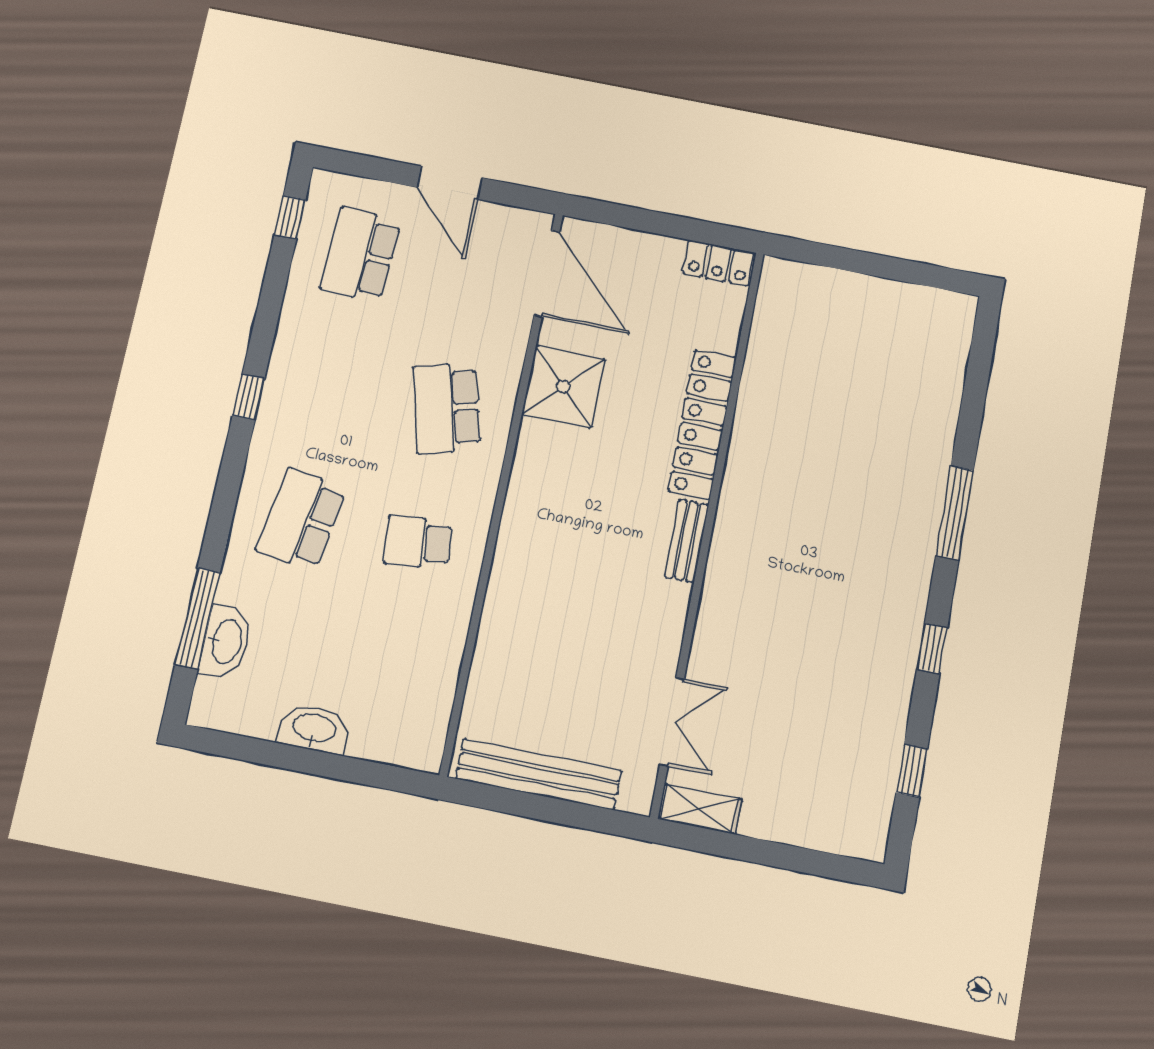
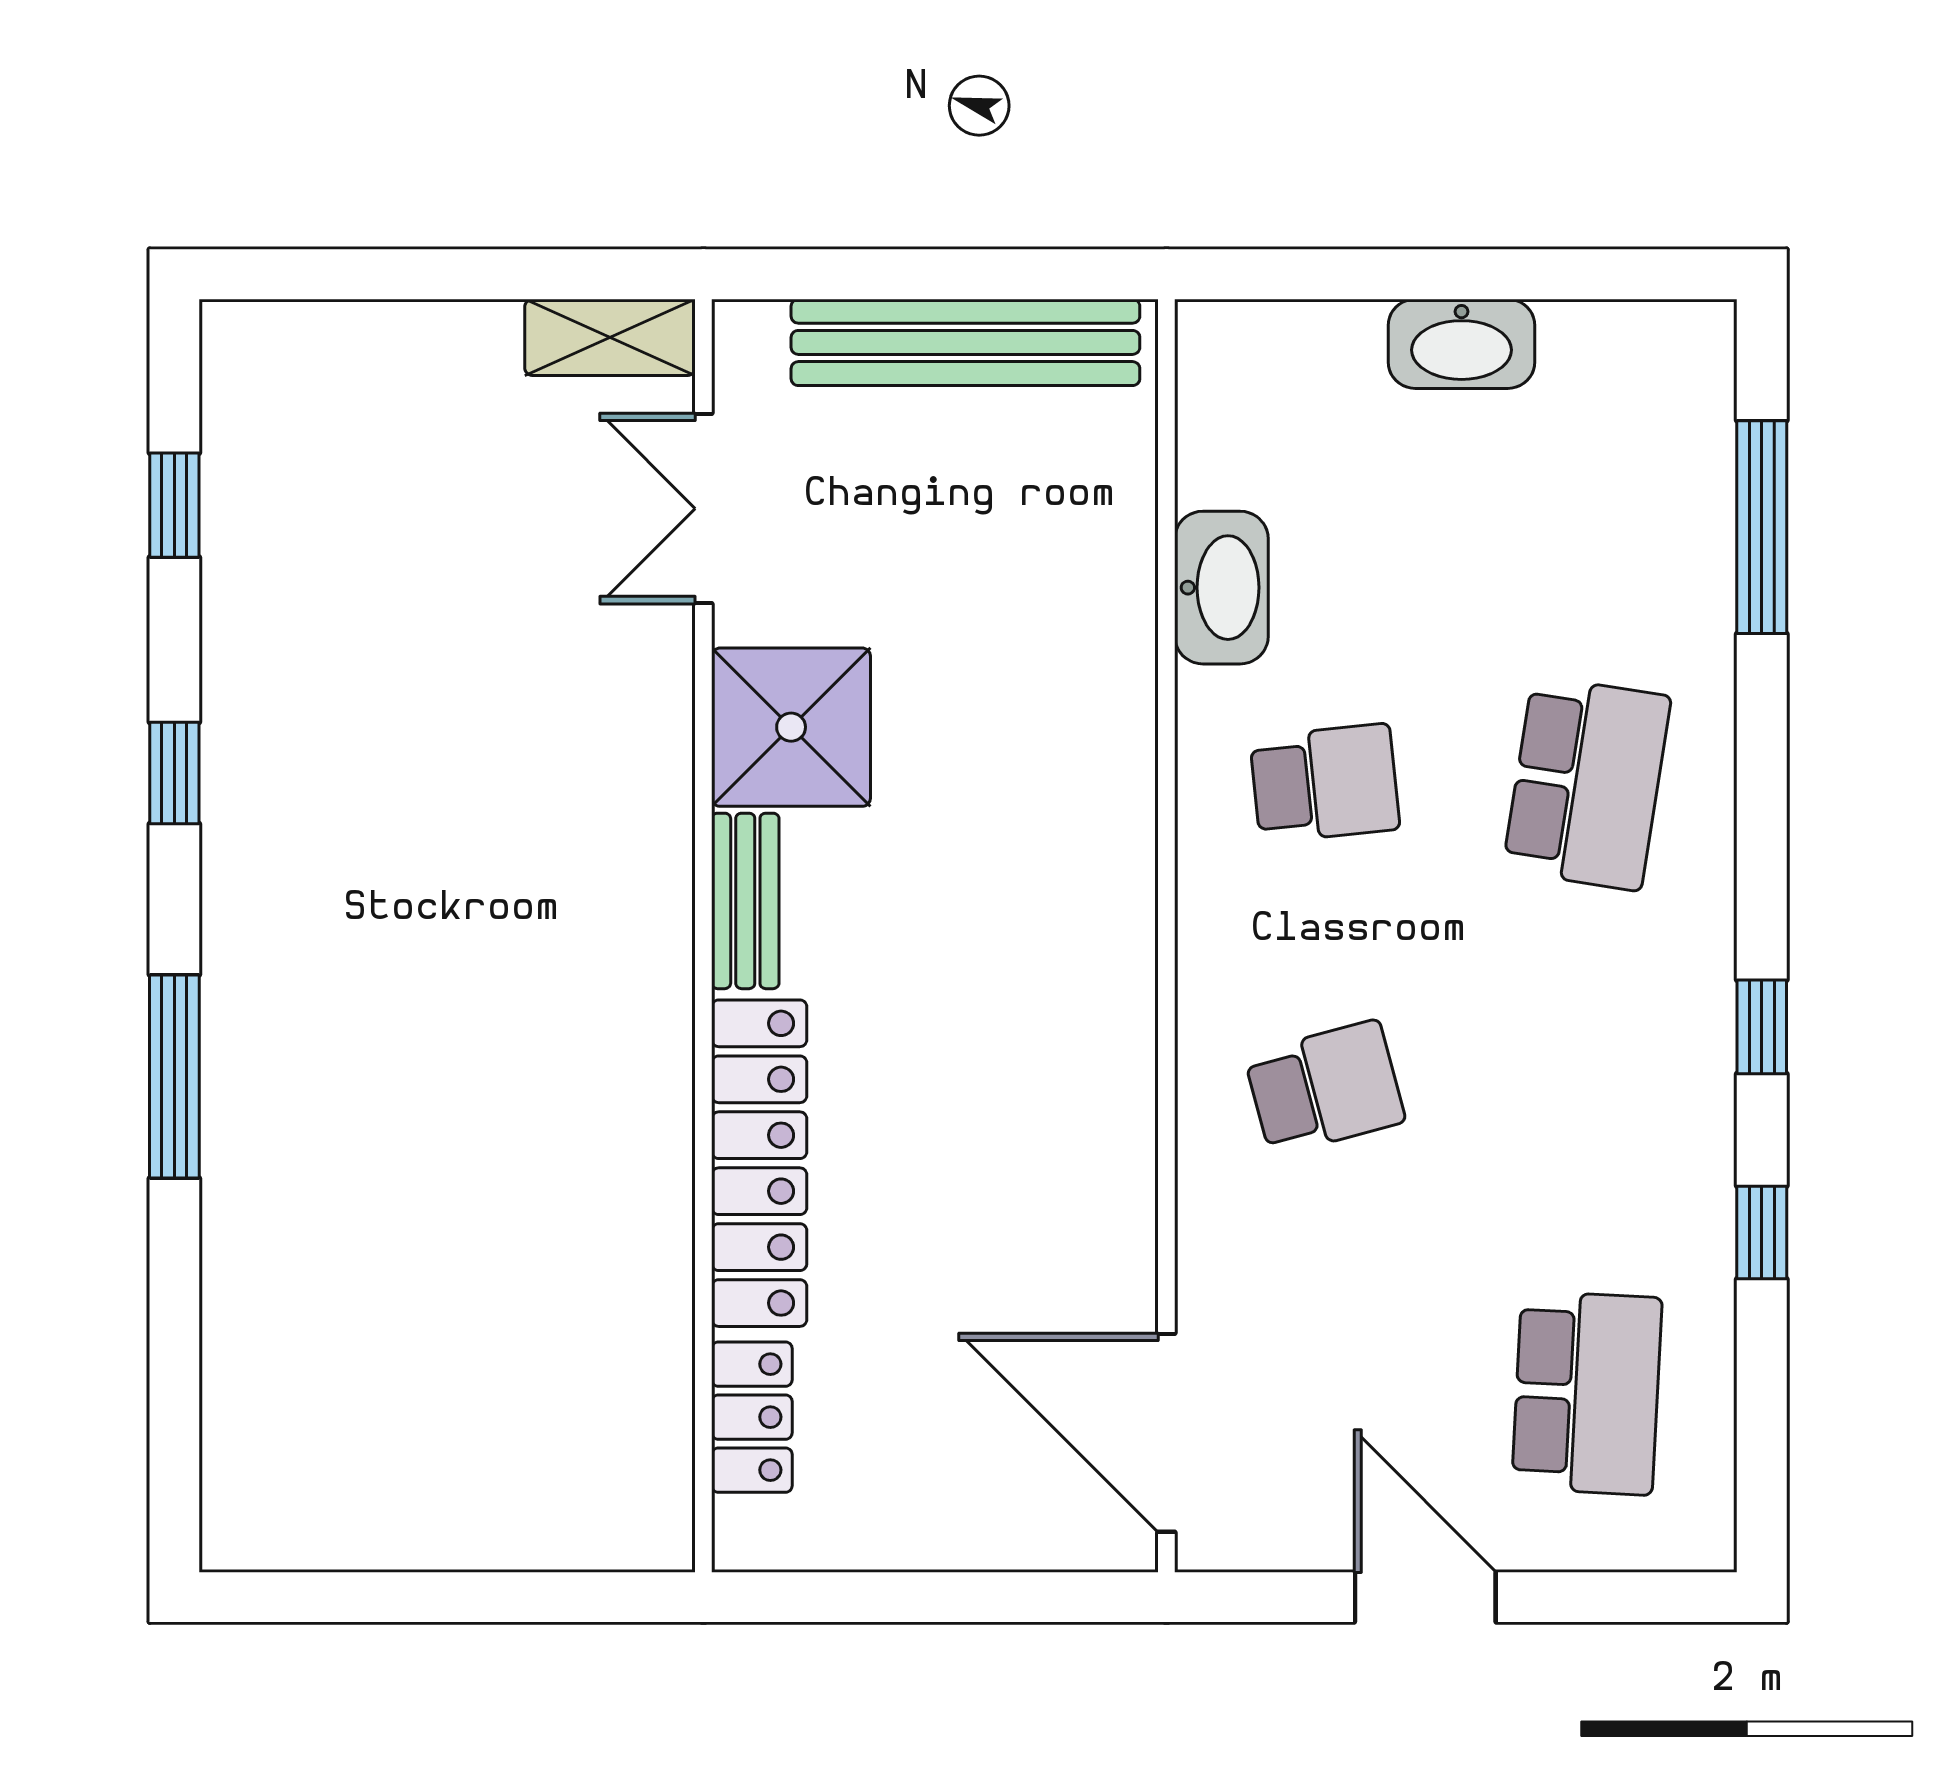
window: (290, 217) -> (1762, 1233), moved
locker: (718, 263) -> (752, 1417), moved, turned 90
shower: (564, 387) -> (791, 727), moved
school desk: (447, 408) -> (1325, 1088), width x0.54
washbasin: (226, 641) -> (1221, 588), moved, turned 180

